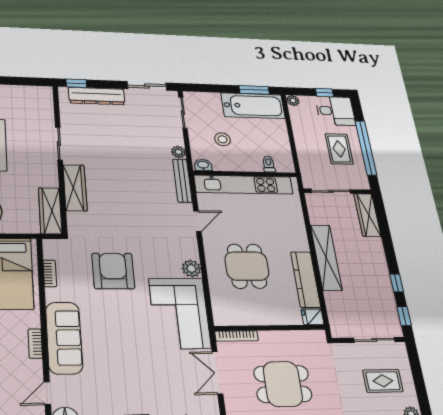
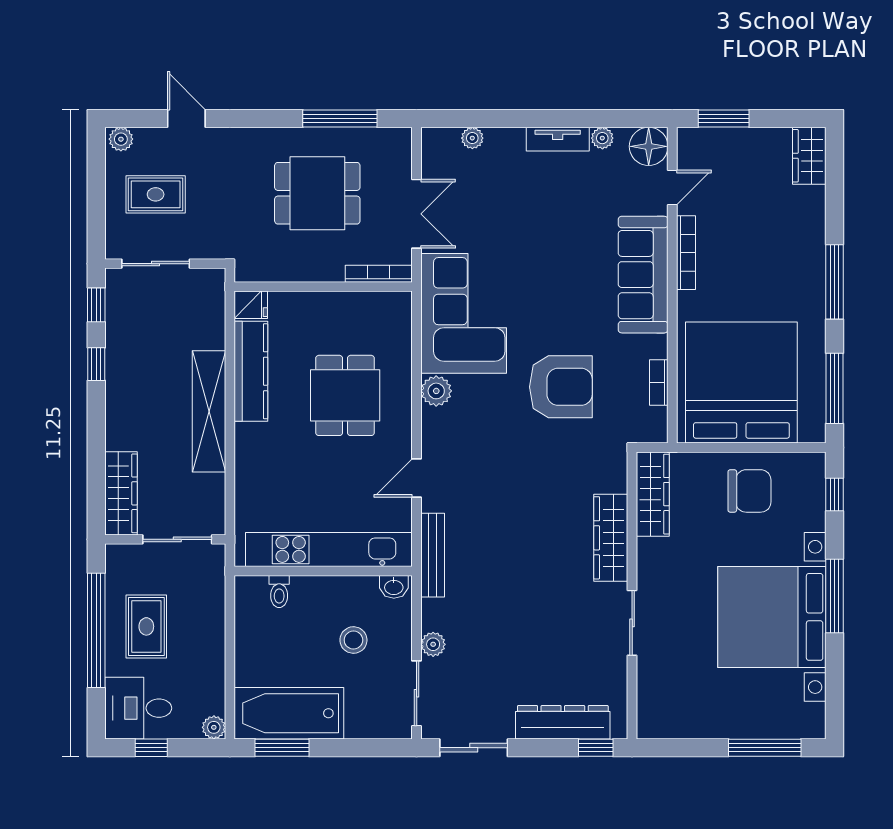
plant: (178, 152) -> (433, 644), moved
armchair: (113, 271) -> (561, 387), turned -90
bookcase: (35, 344) -> (686, 253), width x1.56

